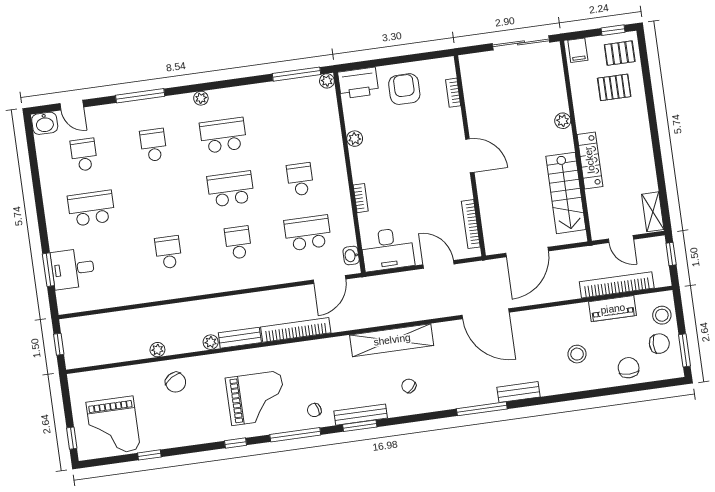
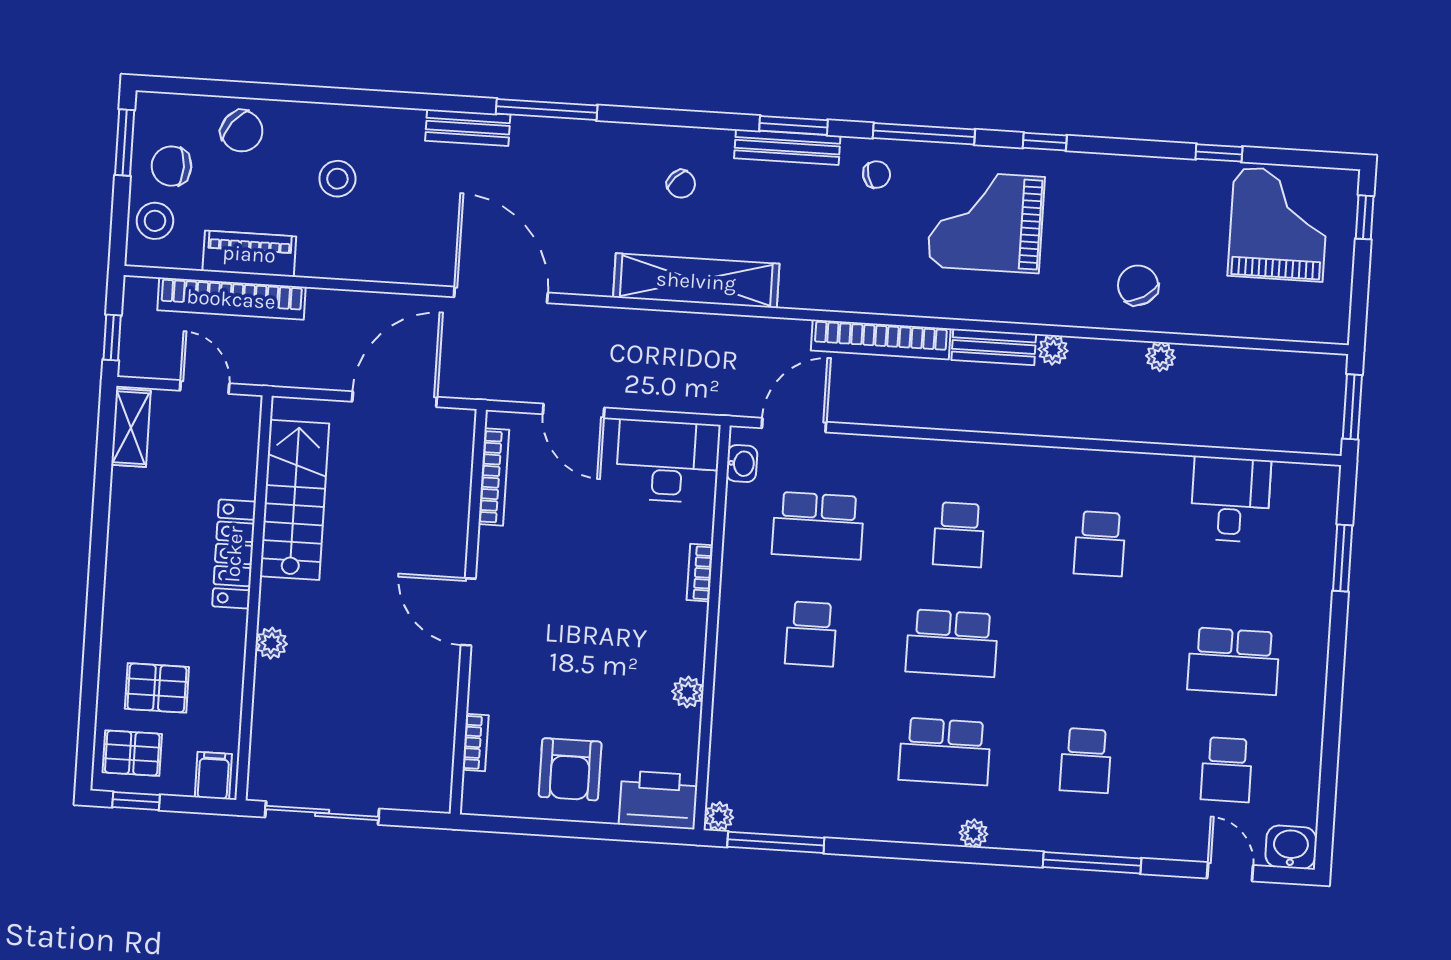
desk: (73, 269) -> (1231, 499), moved, turned -90
window: (59, 344) -> (1352, 407), width x1.50
chair: (629, 368) -> (242, 131), turned -52

